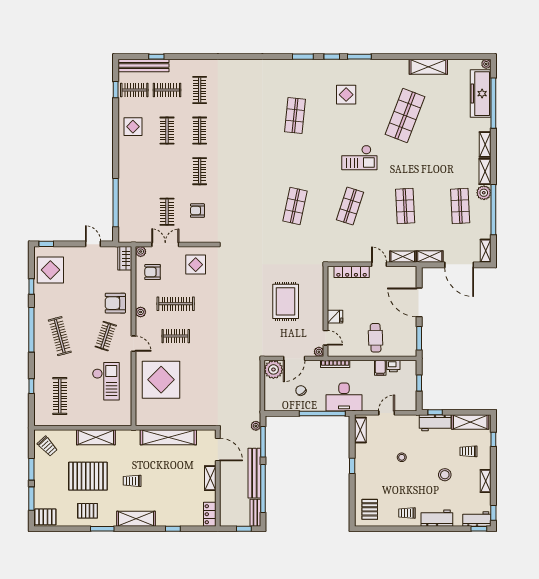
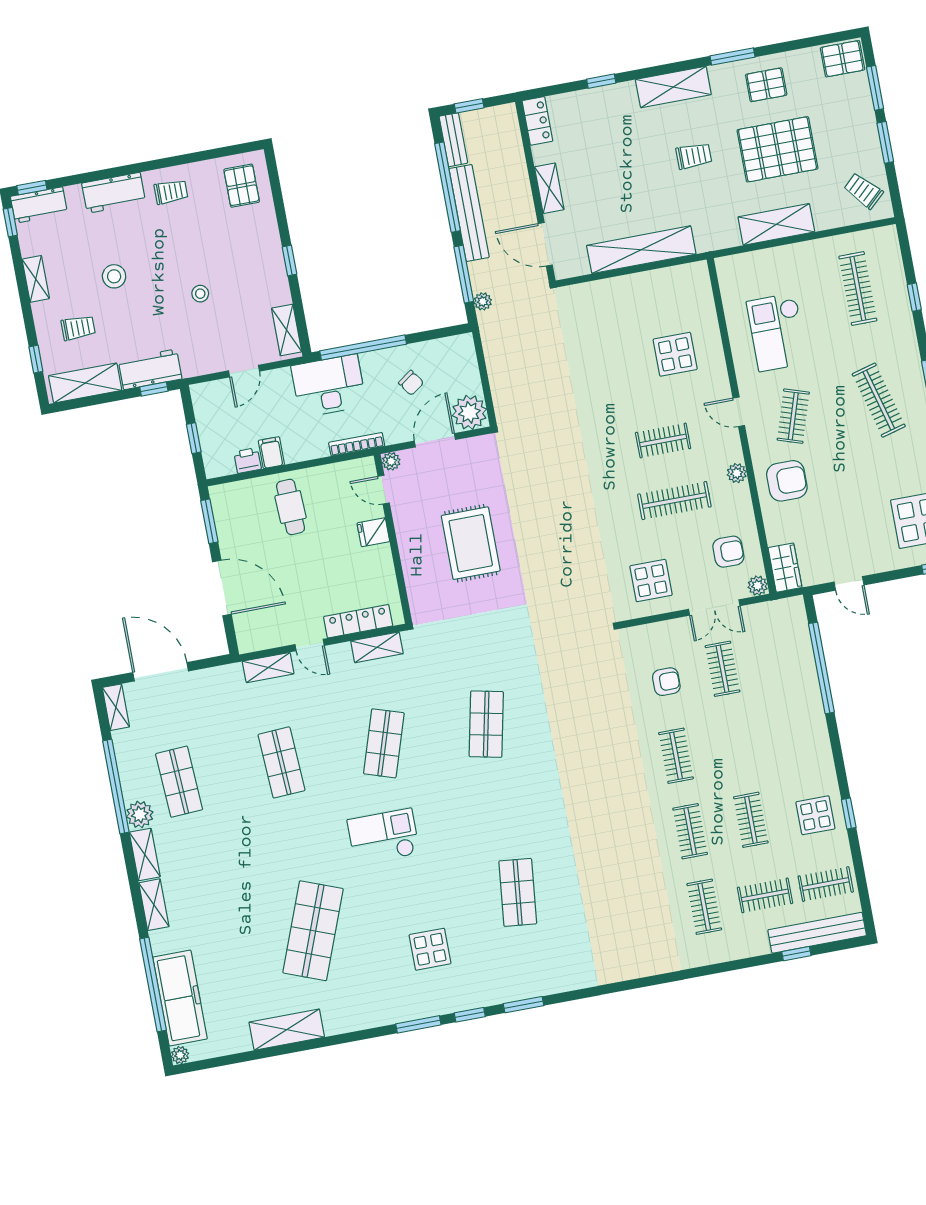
window: (116, 90) -> (849, 813), moved
shelving: (430, 256) -> (377, 647), moved
display table: (161, 380) -> (675, 354), width x0.54, depth x0.54

